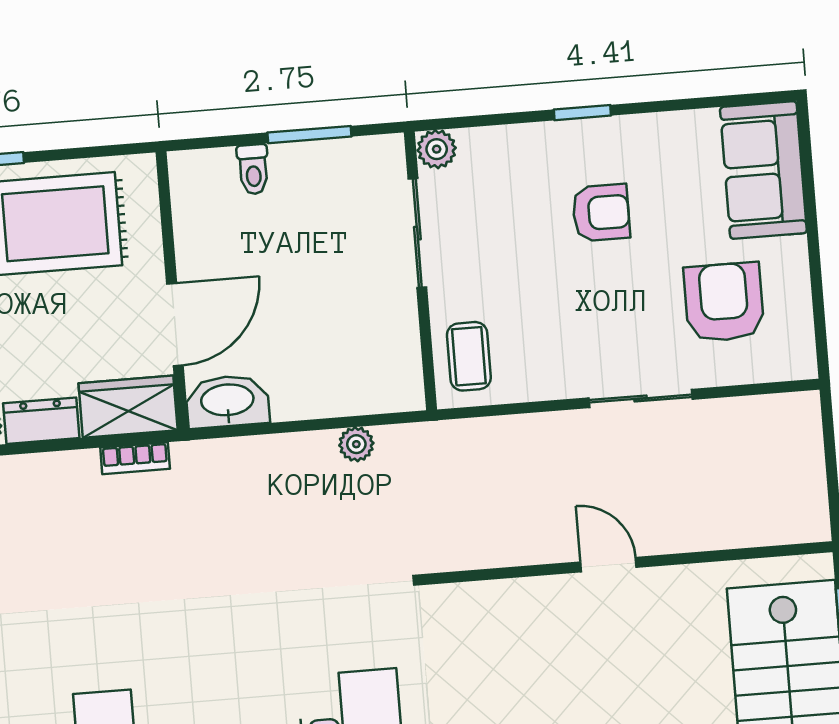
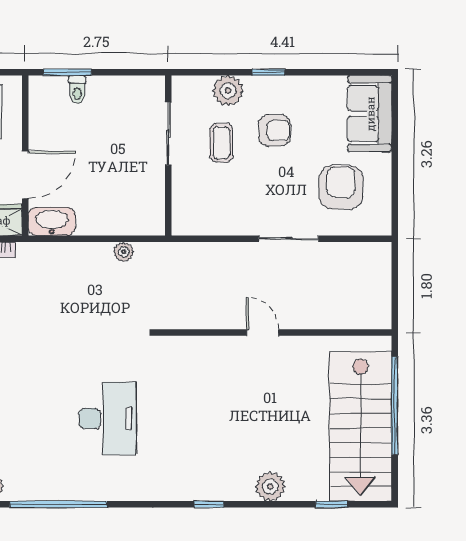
window: (309, 135) -> (67, 72), moved
plant: (437, 149) -> (228, 91), moved, width x1.38, depth x1.38
coffee table: (469, 356) -> (221, 143), moved

